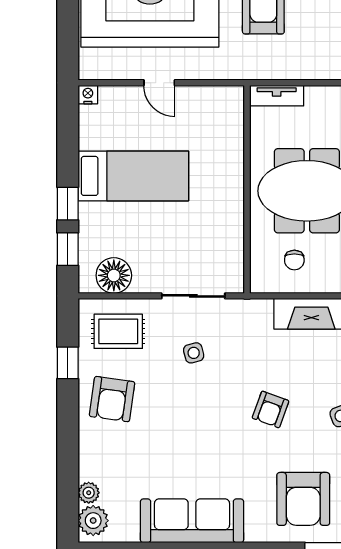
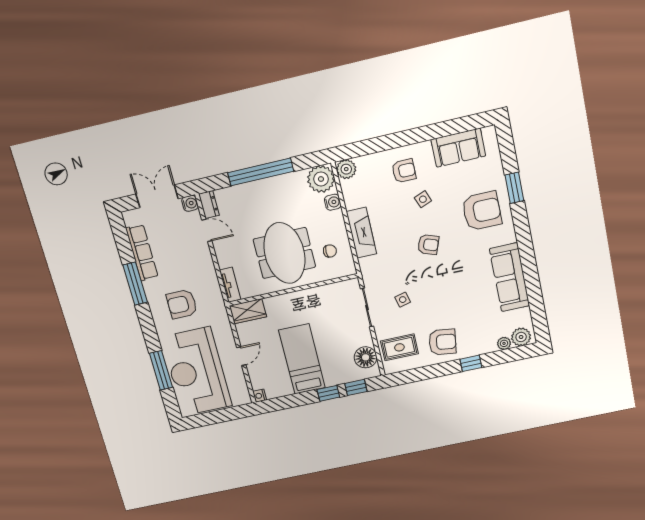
wardrobe: (229, 112) -> (248, 311), added
rug: (118, 331) -> (399, 347), turned 90
window: (68, 363) -> (471, 363), moved

